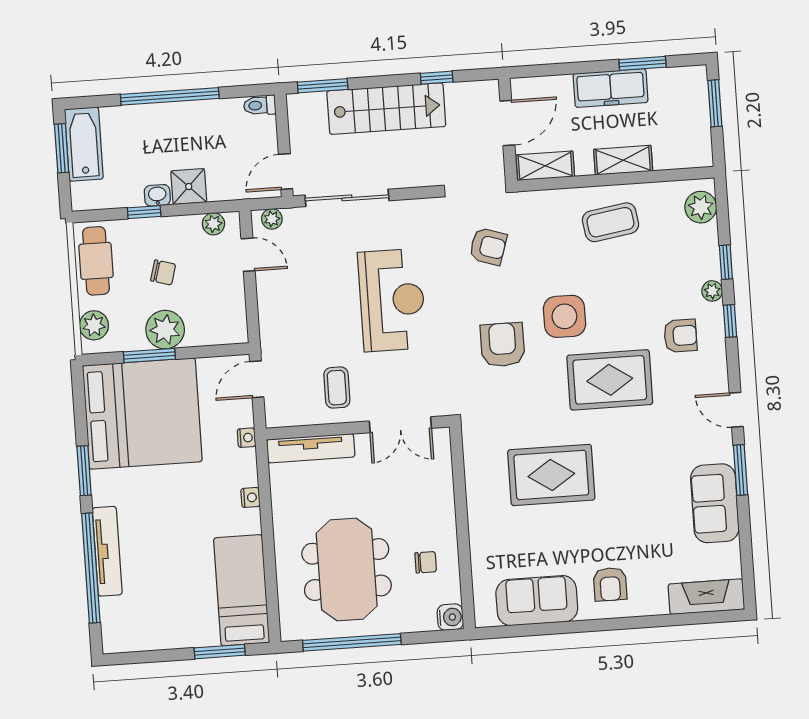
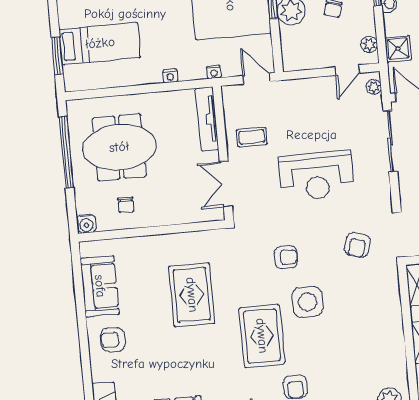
shower: (189, 187) -> (398, 49), moved
coffee table: (610, 222) -> (377, 334), removed
armchair: (503, 345) -> (286, 257), width x0.72, depth x0.72
bed: (242, 590) -> (100, 43), moved

